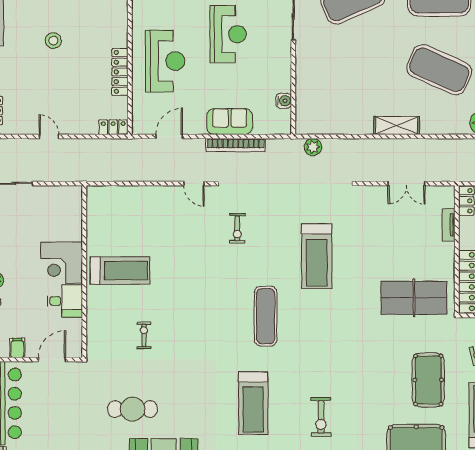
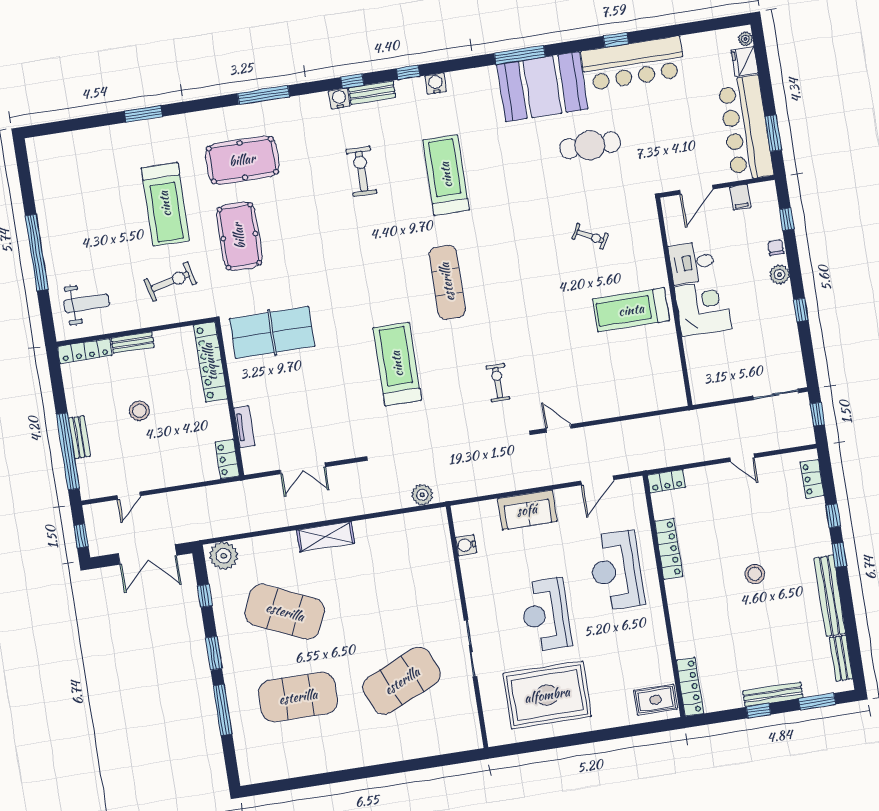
bookcase: (236, 145) -> (516, 483), removed
double door: (406, 184) -> (303, 468), swing flipped
exercise bike: (144, 335) -> (590, 236), turned -62

